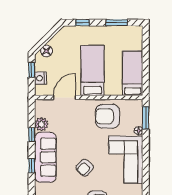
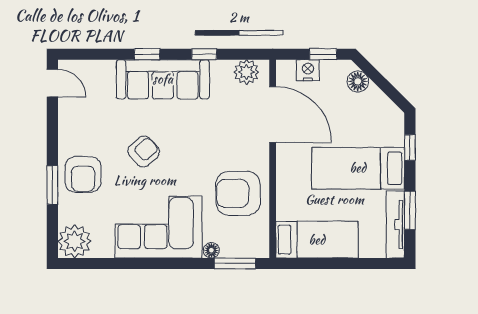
tv unit: (124, 31) -> (395, 224), added
bed: (93, 70) -> (358, 168), moved, turned 180
door: (65, 97) -> (273, 115), width x1.36
armchair: (107, 116) -> (238, 193), turned -90
plant: (41, 124) -> (246, 72), moved
armchair: (85, 168) -> (144, 151), turned 95

